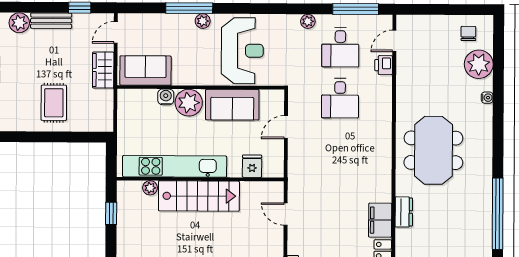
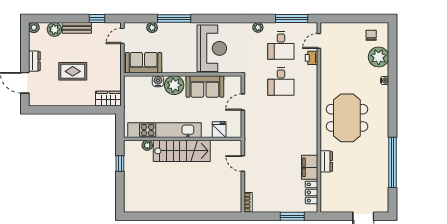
plant: (203, 21) -> (152, 28), moved
wardrobe: (103, 70) -> (108, 99), moved, turned 90
rug: (54, 103) -> (73, 71), moved, turned 90

